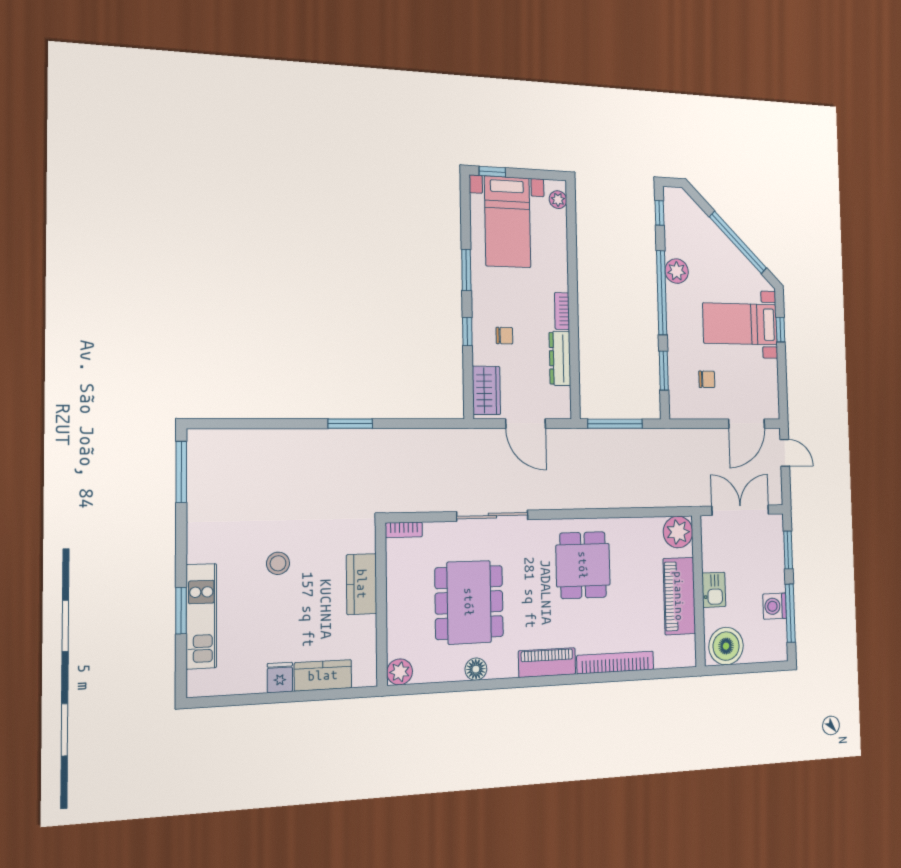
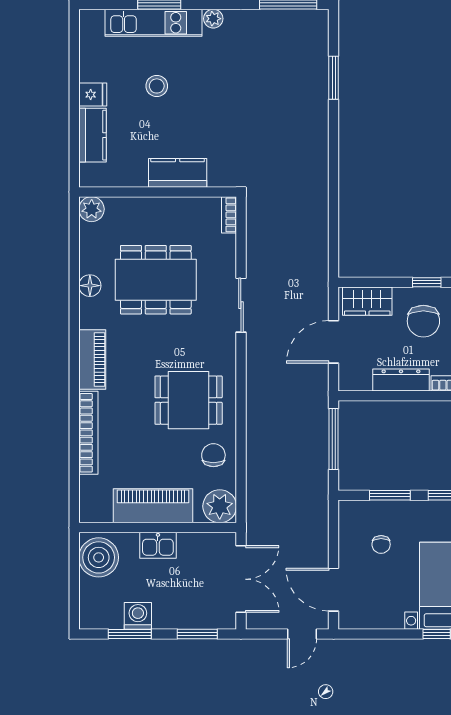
chair: (504, 336) -> (423, 321), width x1.87, depth x1.87
window: (350, 424) -> (334, 78), moved
sliding door: (492, 516) -> (241, 305), width x0.73
chair: (633, 539) -> (213, 455), added
plant: (197, 552) -> (213, 19), added
stool: (278, 563) -> (157, 86), moved
window: (790, 613) -> (130, 634), width x0.69

